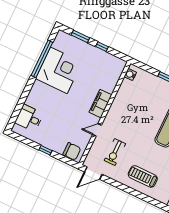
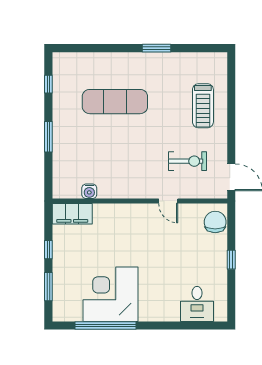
water cooler: (130, 74) -> (89, 191), moved
filing cabinet: (100, 104) -> (72, 214), moved

